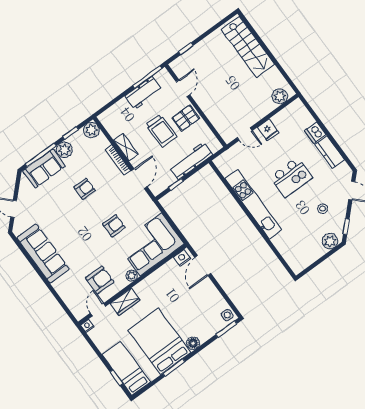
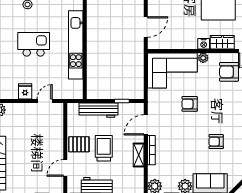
door: (245, 134) -> (45, 101), hinge flipped
armchair: (85, 189) -> (216, 142), moved
nightstand: (182, 258) -> (204, 44), moved

